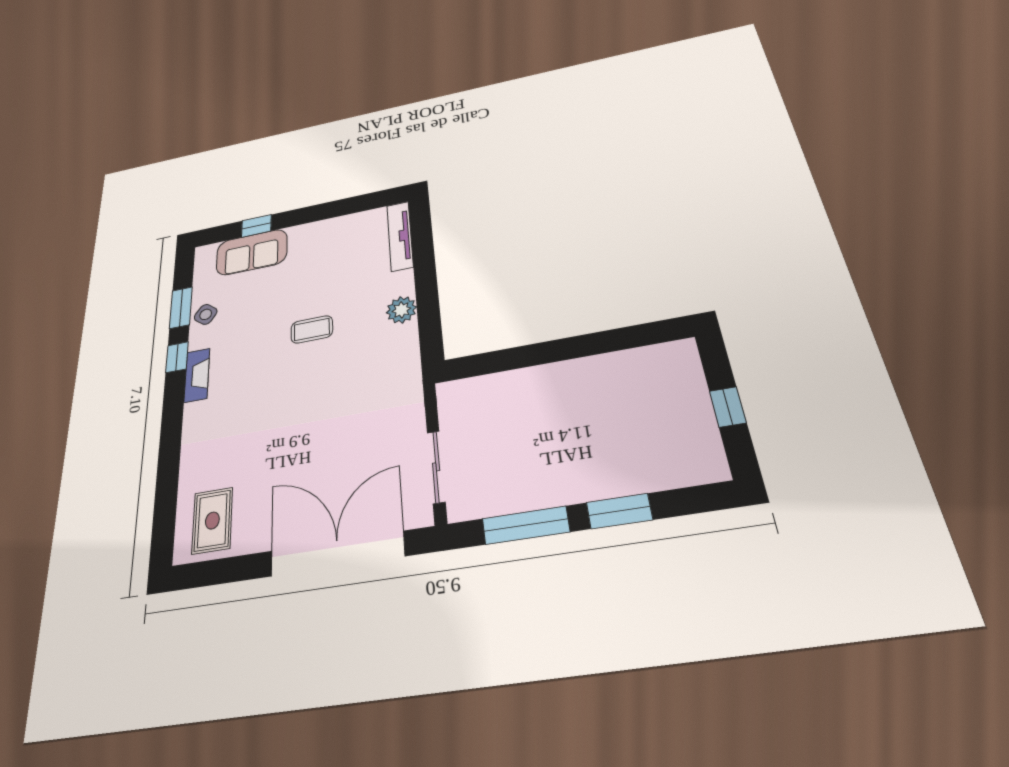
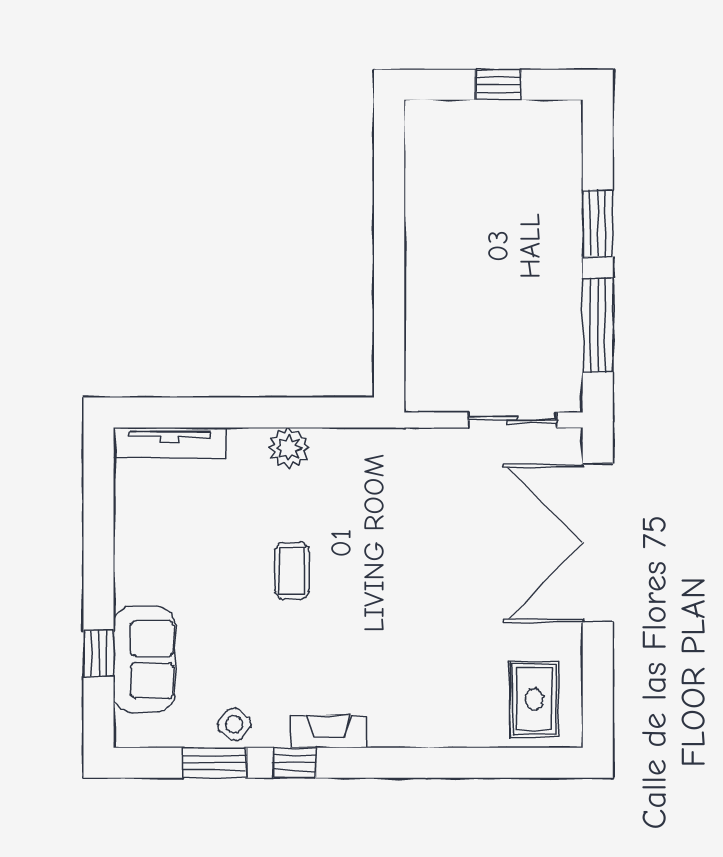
rug: (212, 521) -> (534, 699), turned 90

